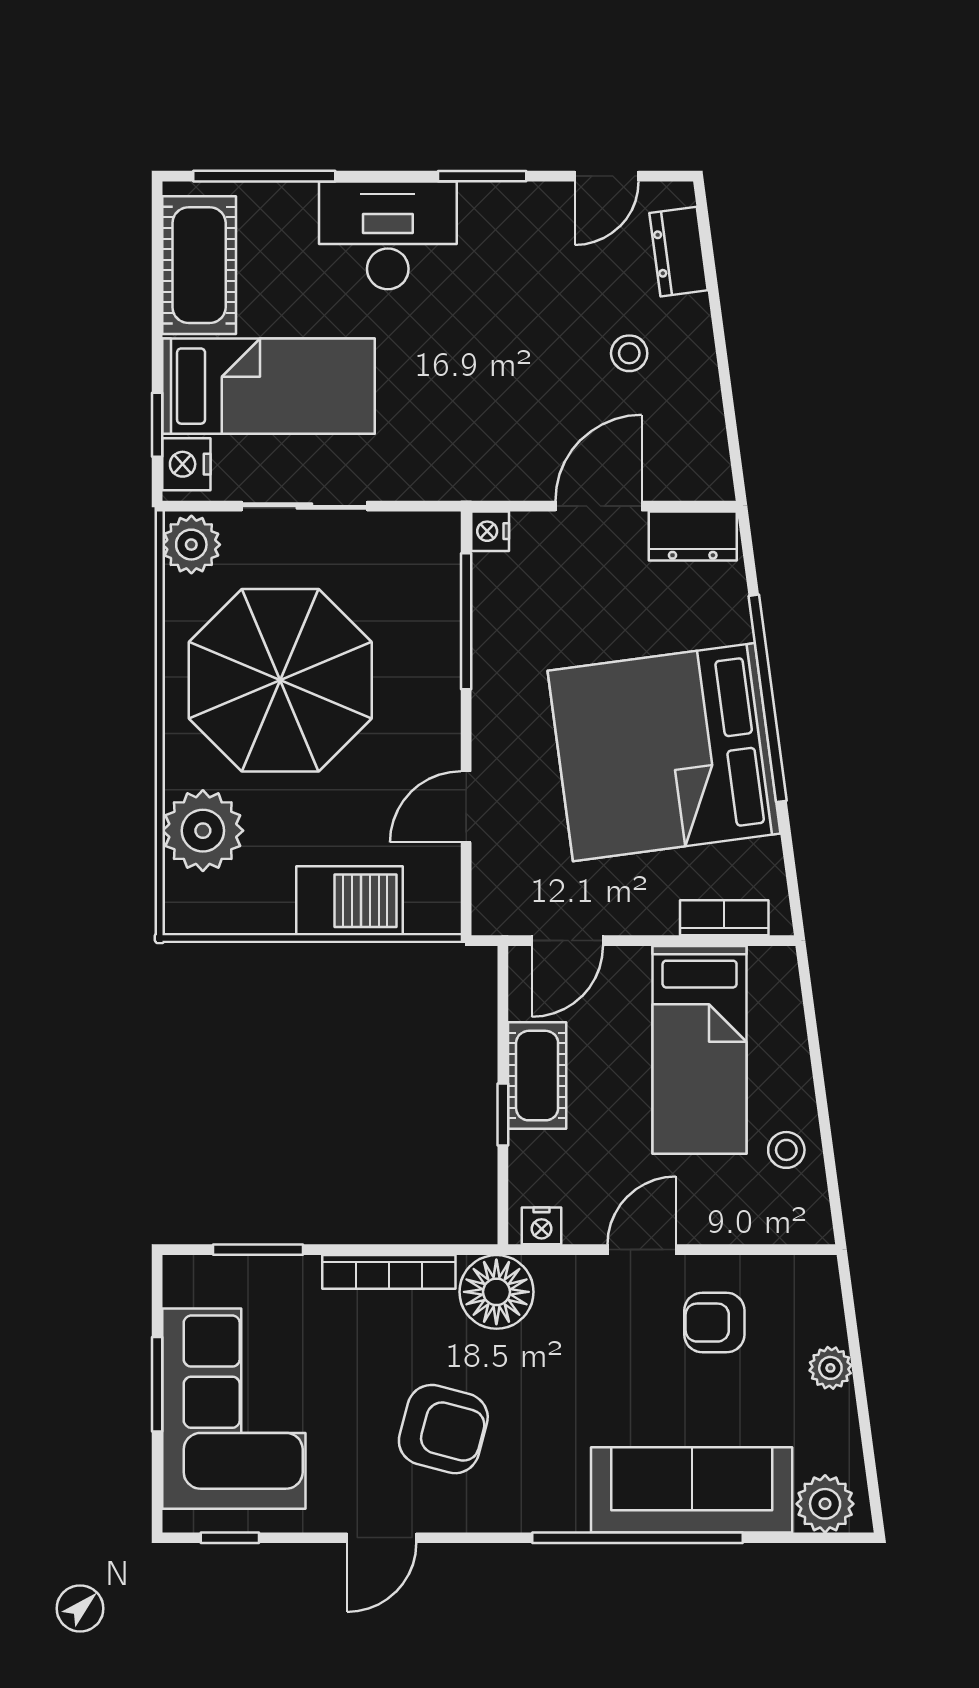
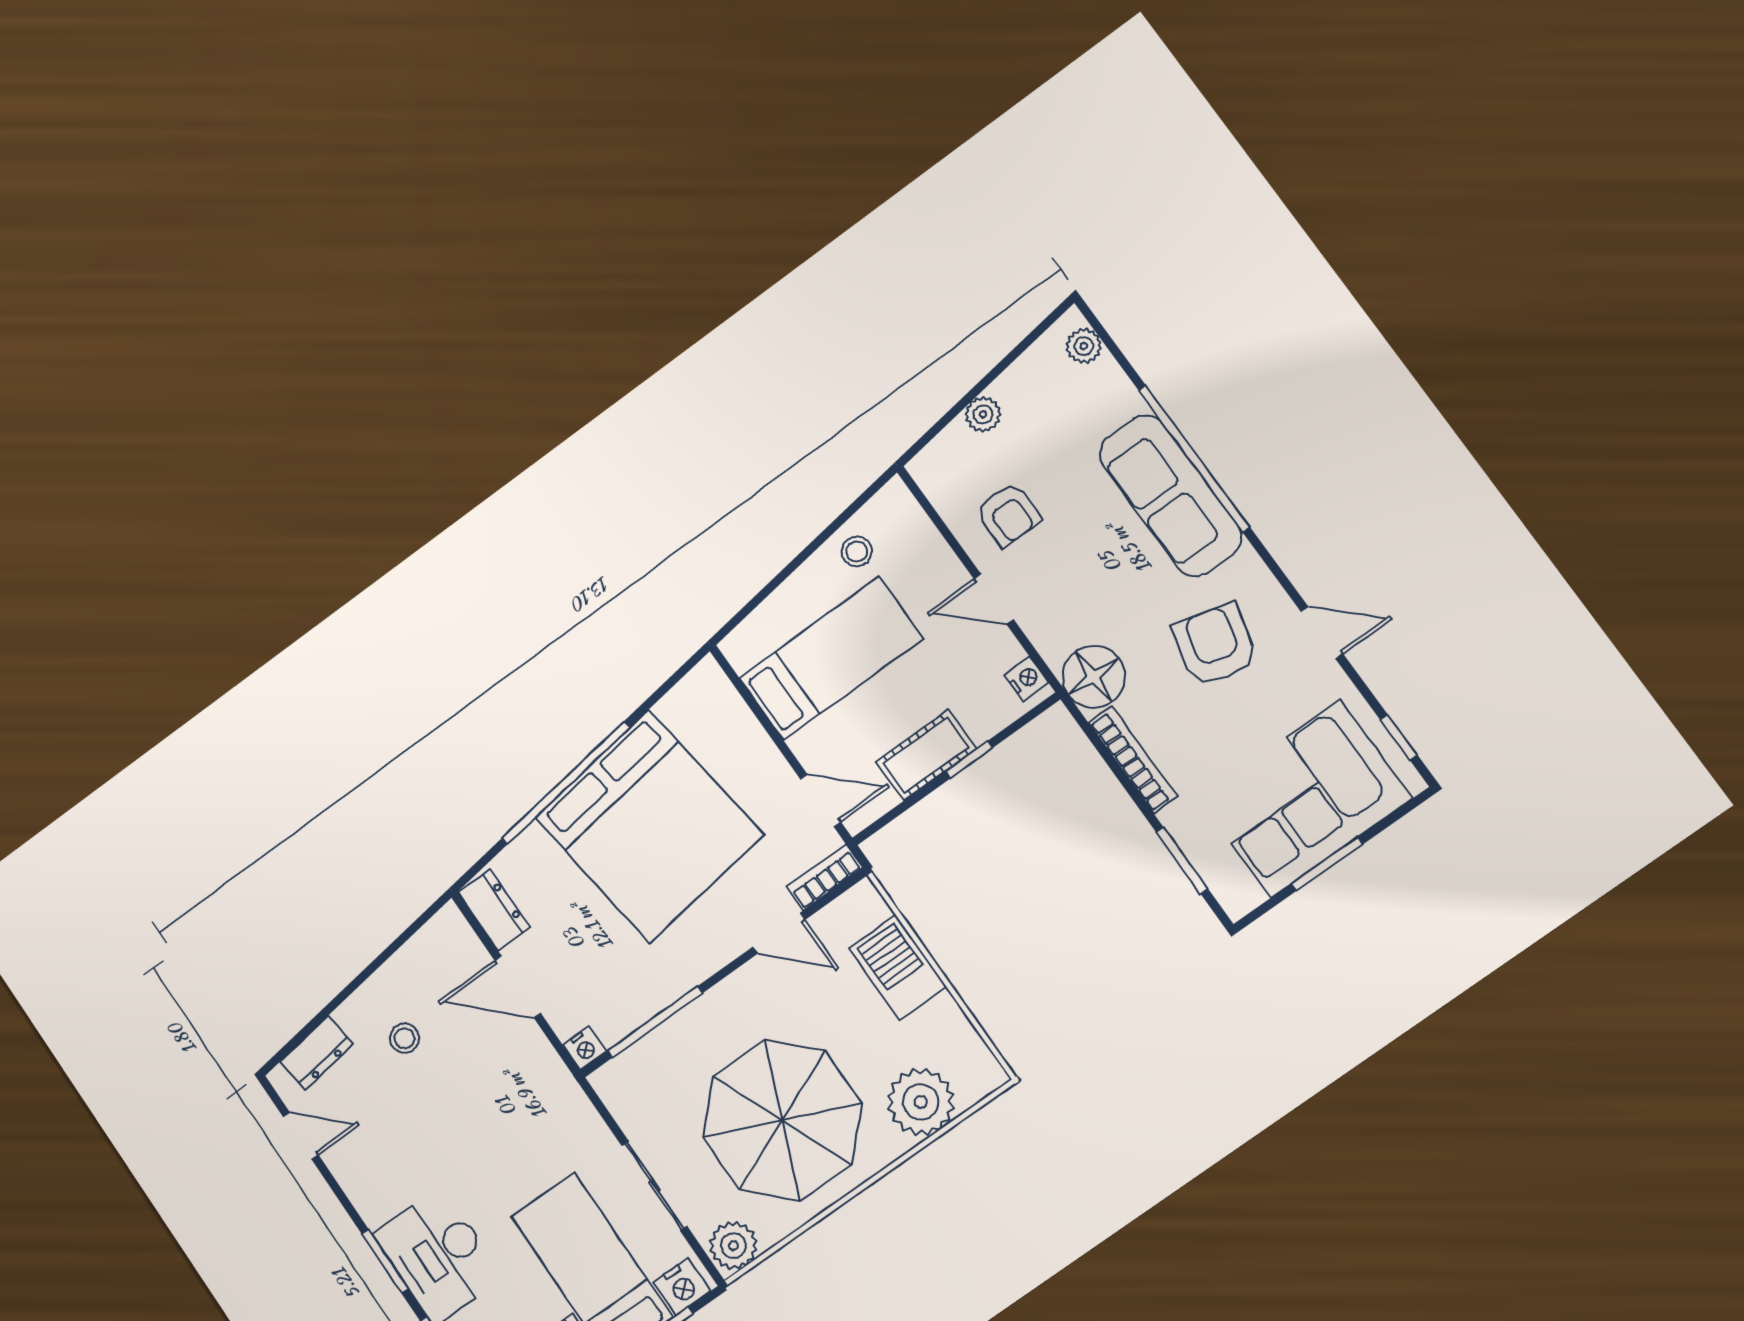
window: (482, 176) -> (385, 1261), moved
bookcase: (724, 918) -> (825, 877), moved, turned 90
sofa: (692, 1490) -> (1170, 496), moved
plant: (825, 1504) -> (1084, 346), width x0.73, depth x0.73

